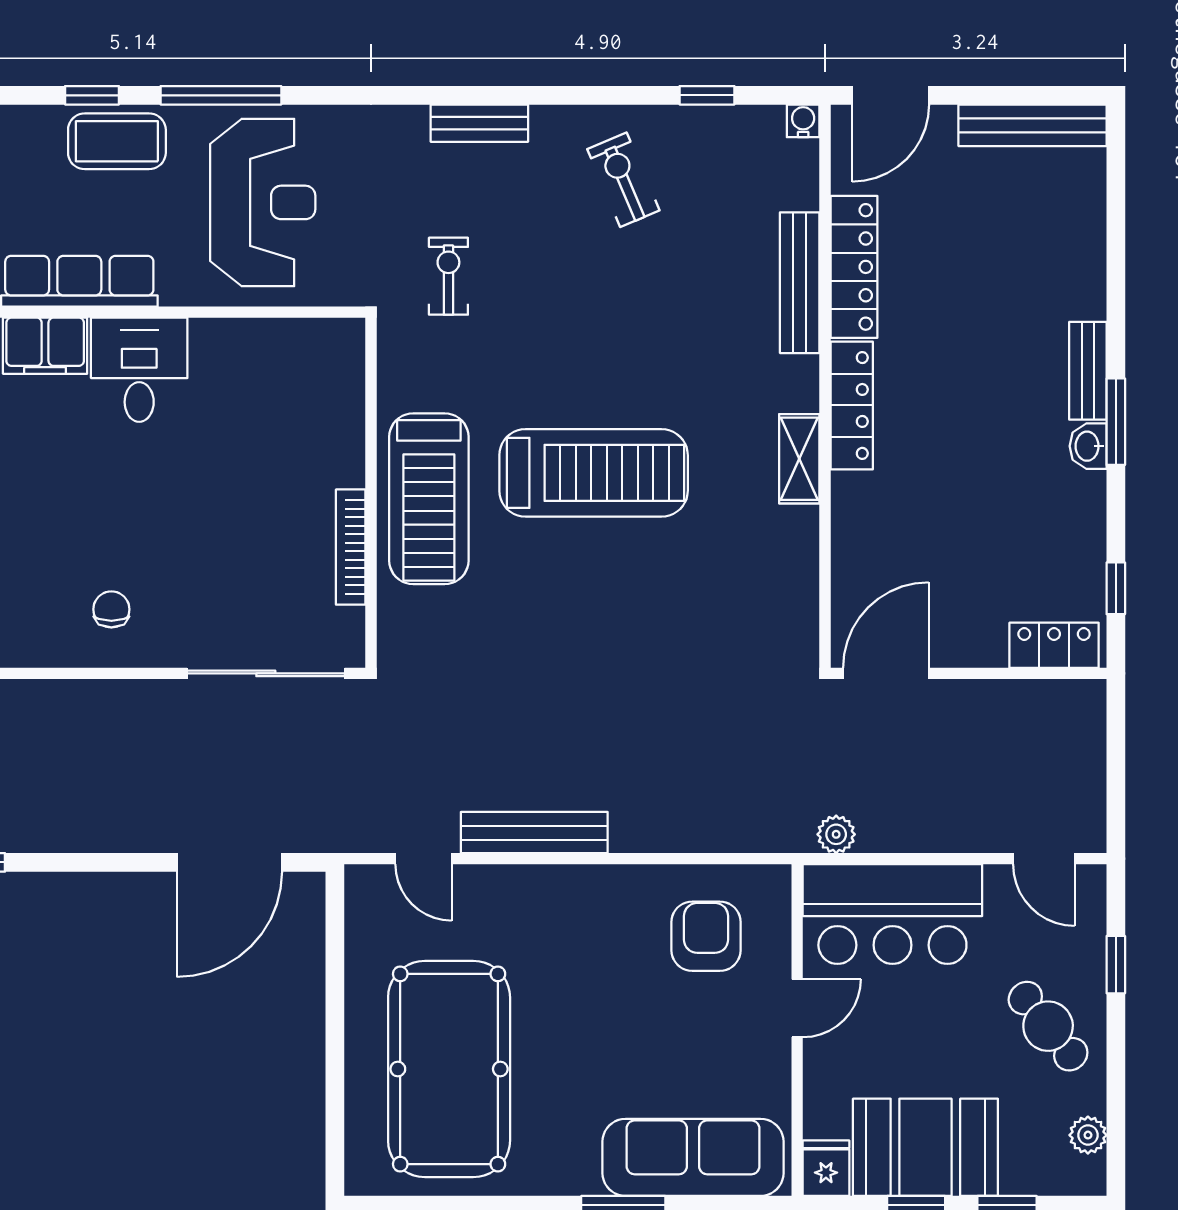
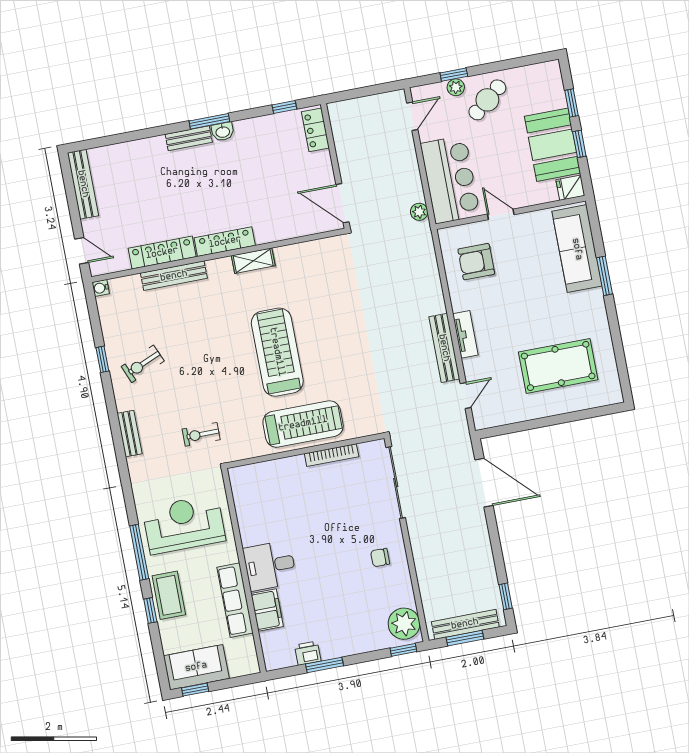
window: (707, 95) -> (102, 359), moved
door: (891, 95) -> (82, 251), width x0.73
tv unit: (555, 883) -> (465, 334), added
pool table: (449, 1069) -> (558, 366), width x0.73, depth x0.76
plant: (1088, 1135) -> (456, 87), moved

